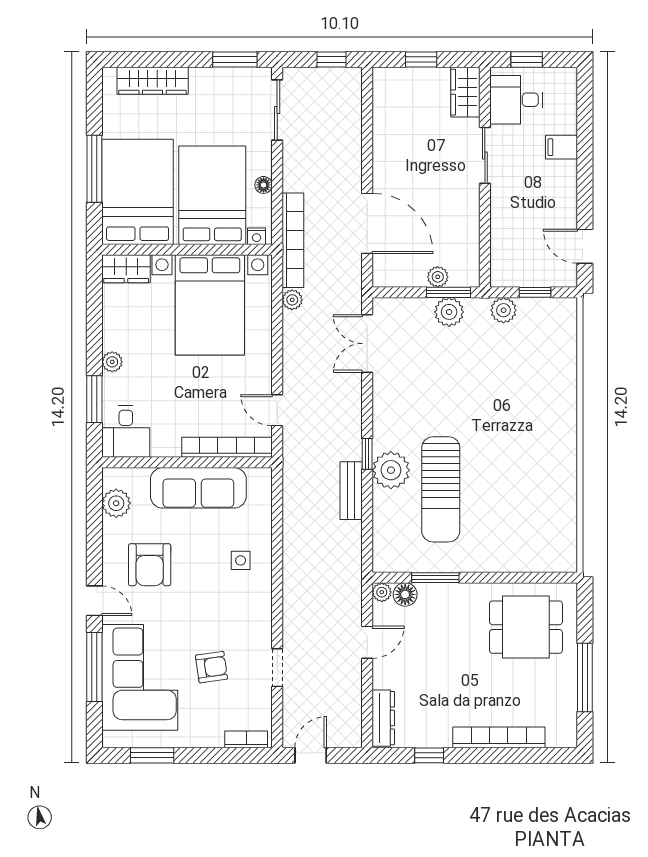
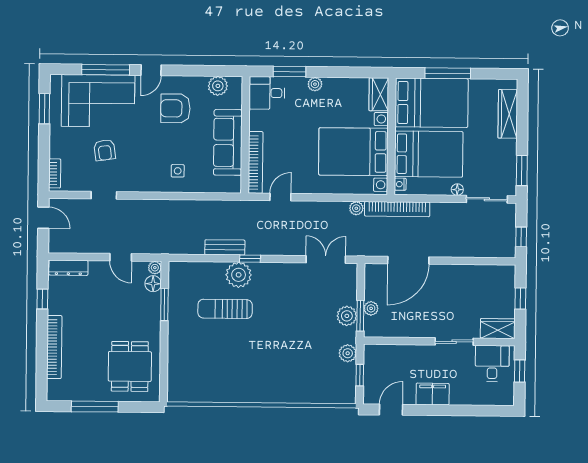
filing cabinet: (562, 147) -> (433, 394), moved, width x2.00
floor lamp: (264, 185) -> (457, 190), moved
sun lounger: (441, 489) -> (225, 309), width x0.73, depth x0.75

